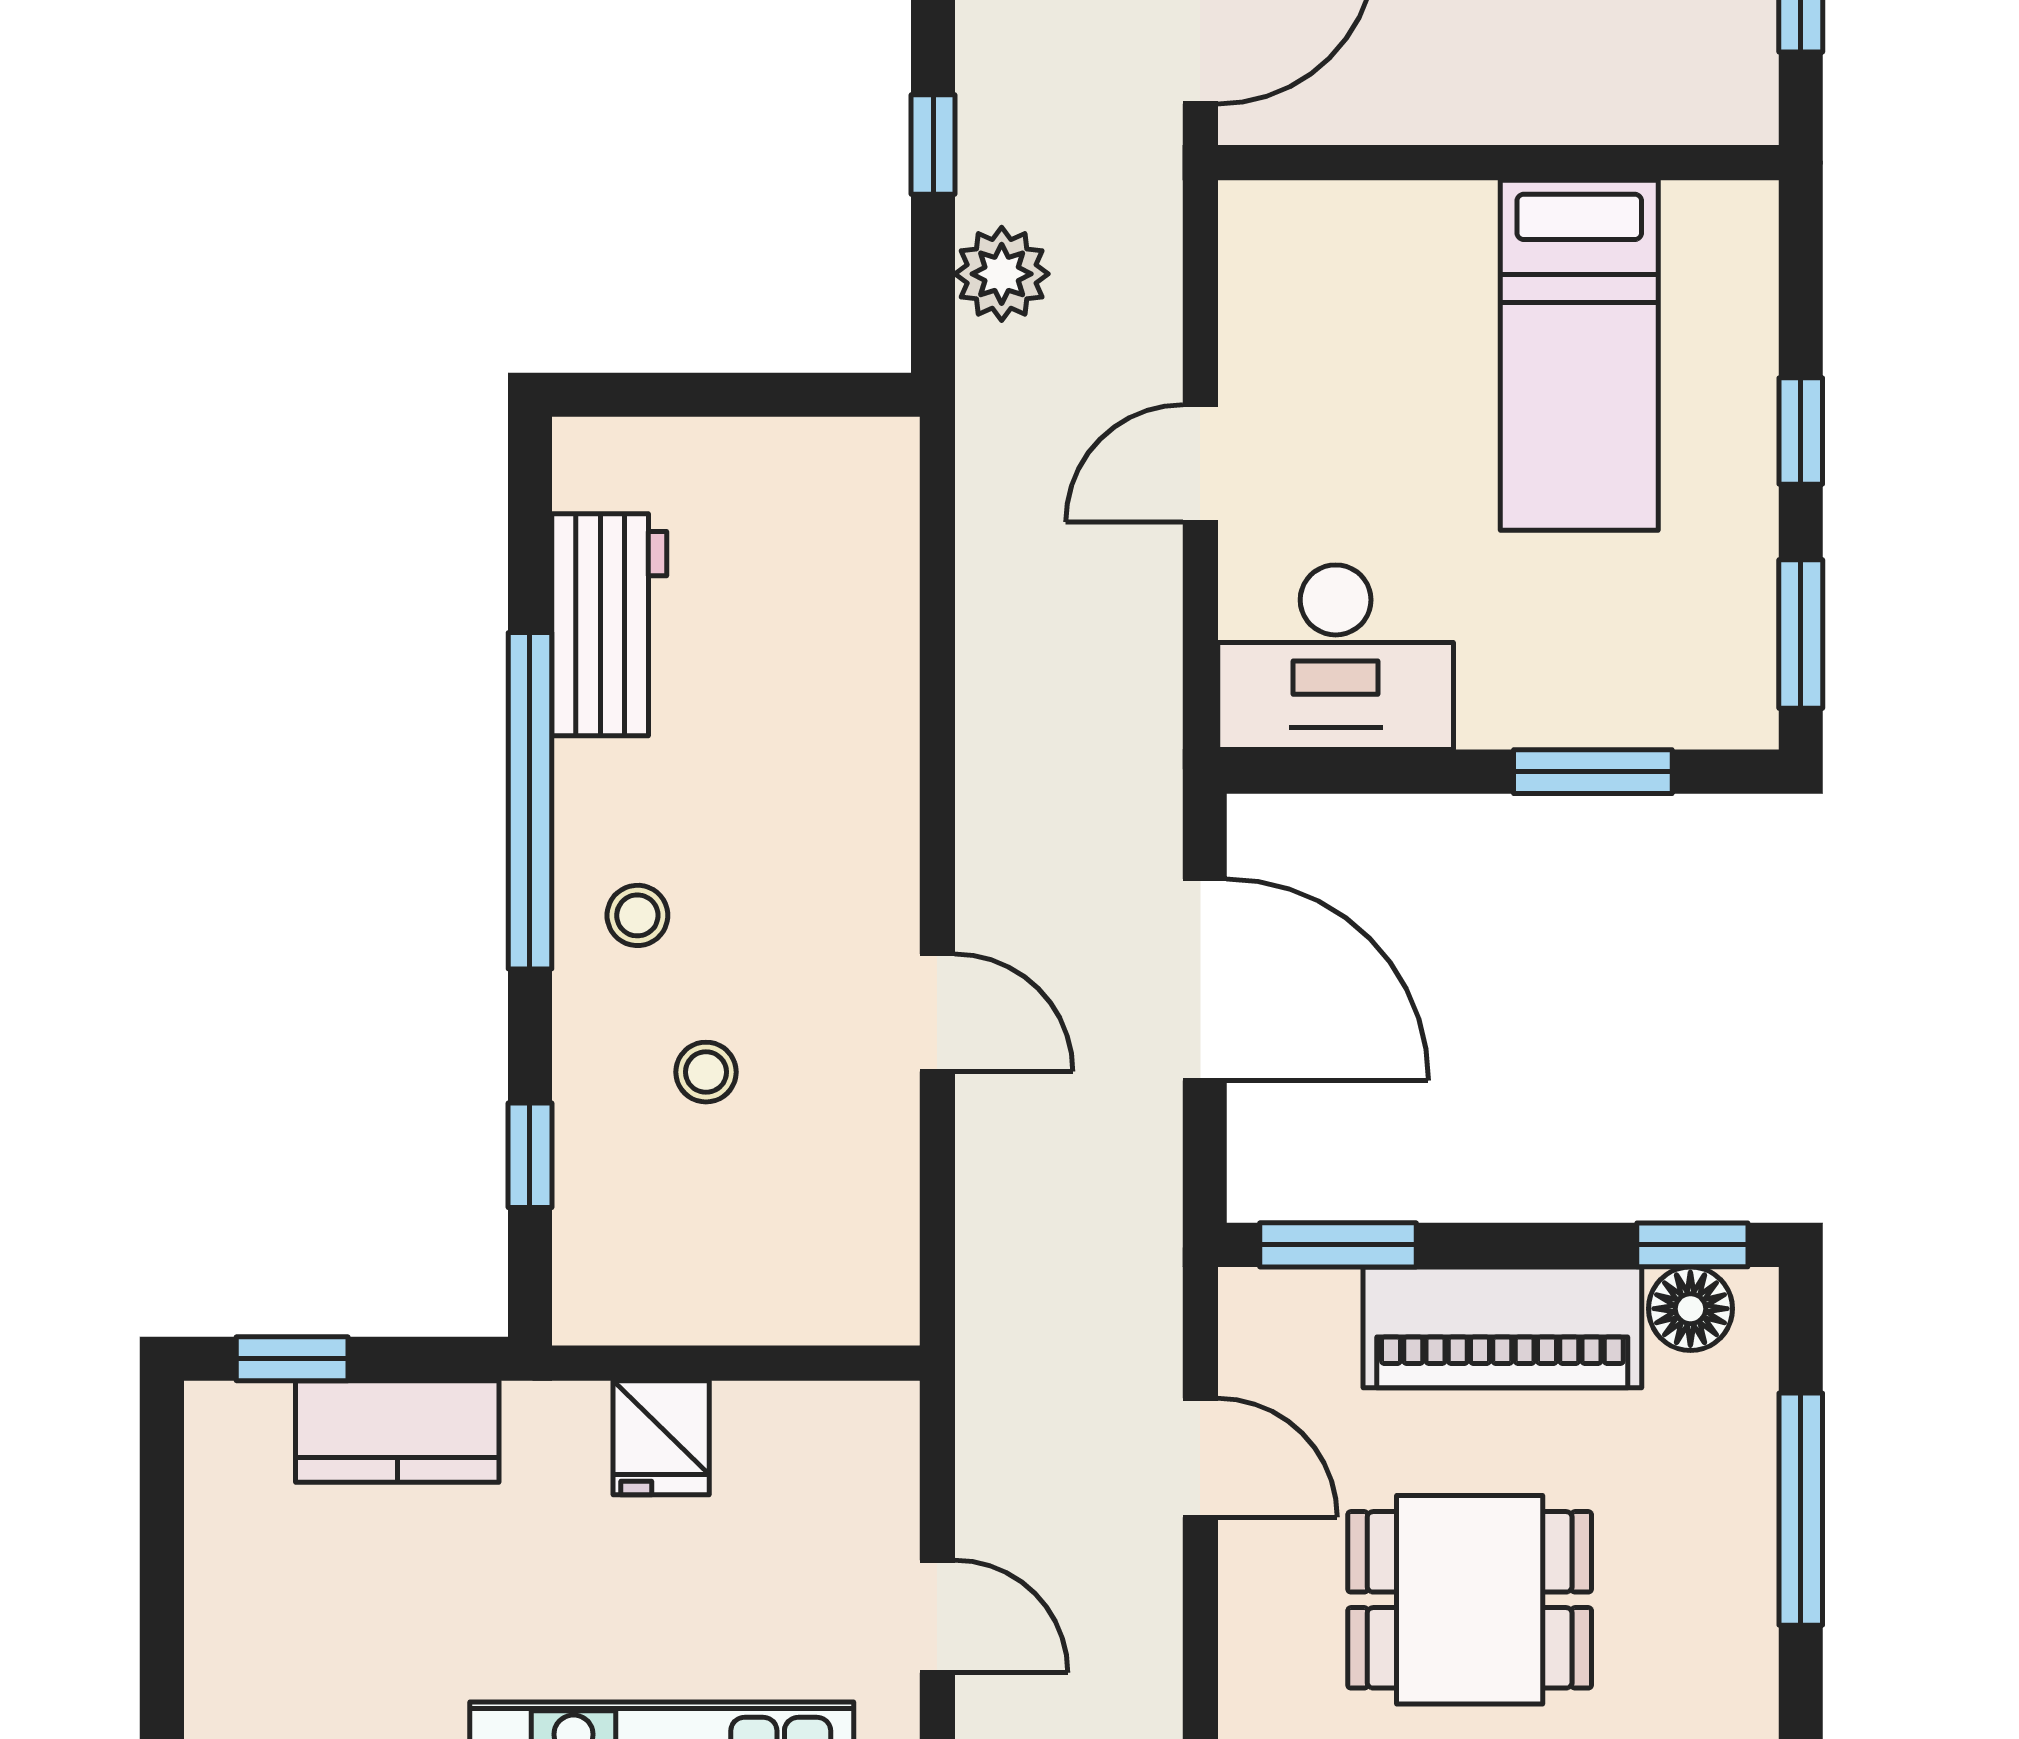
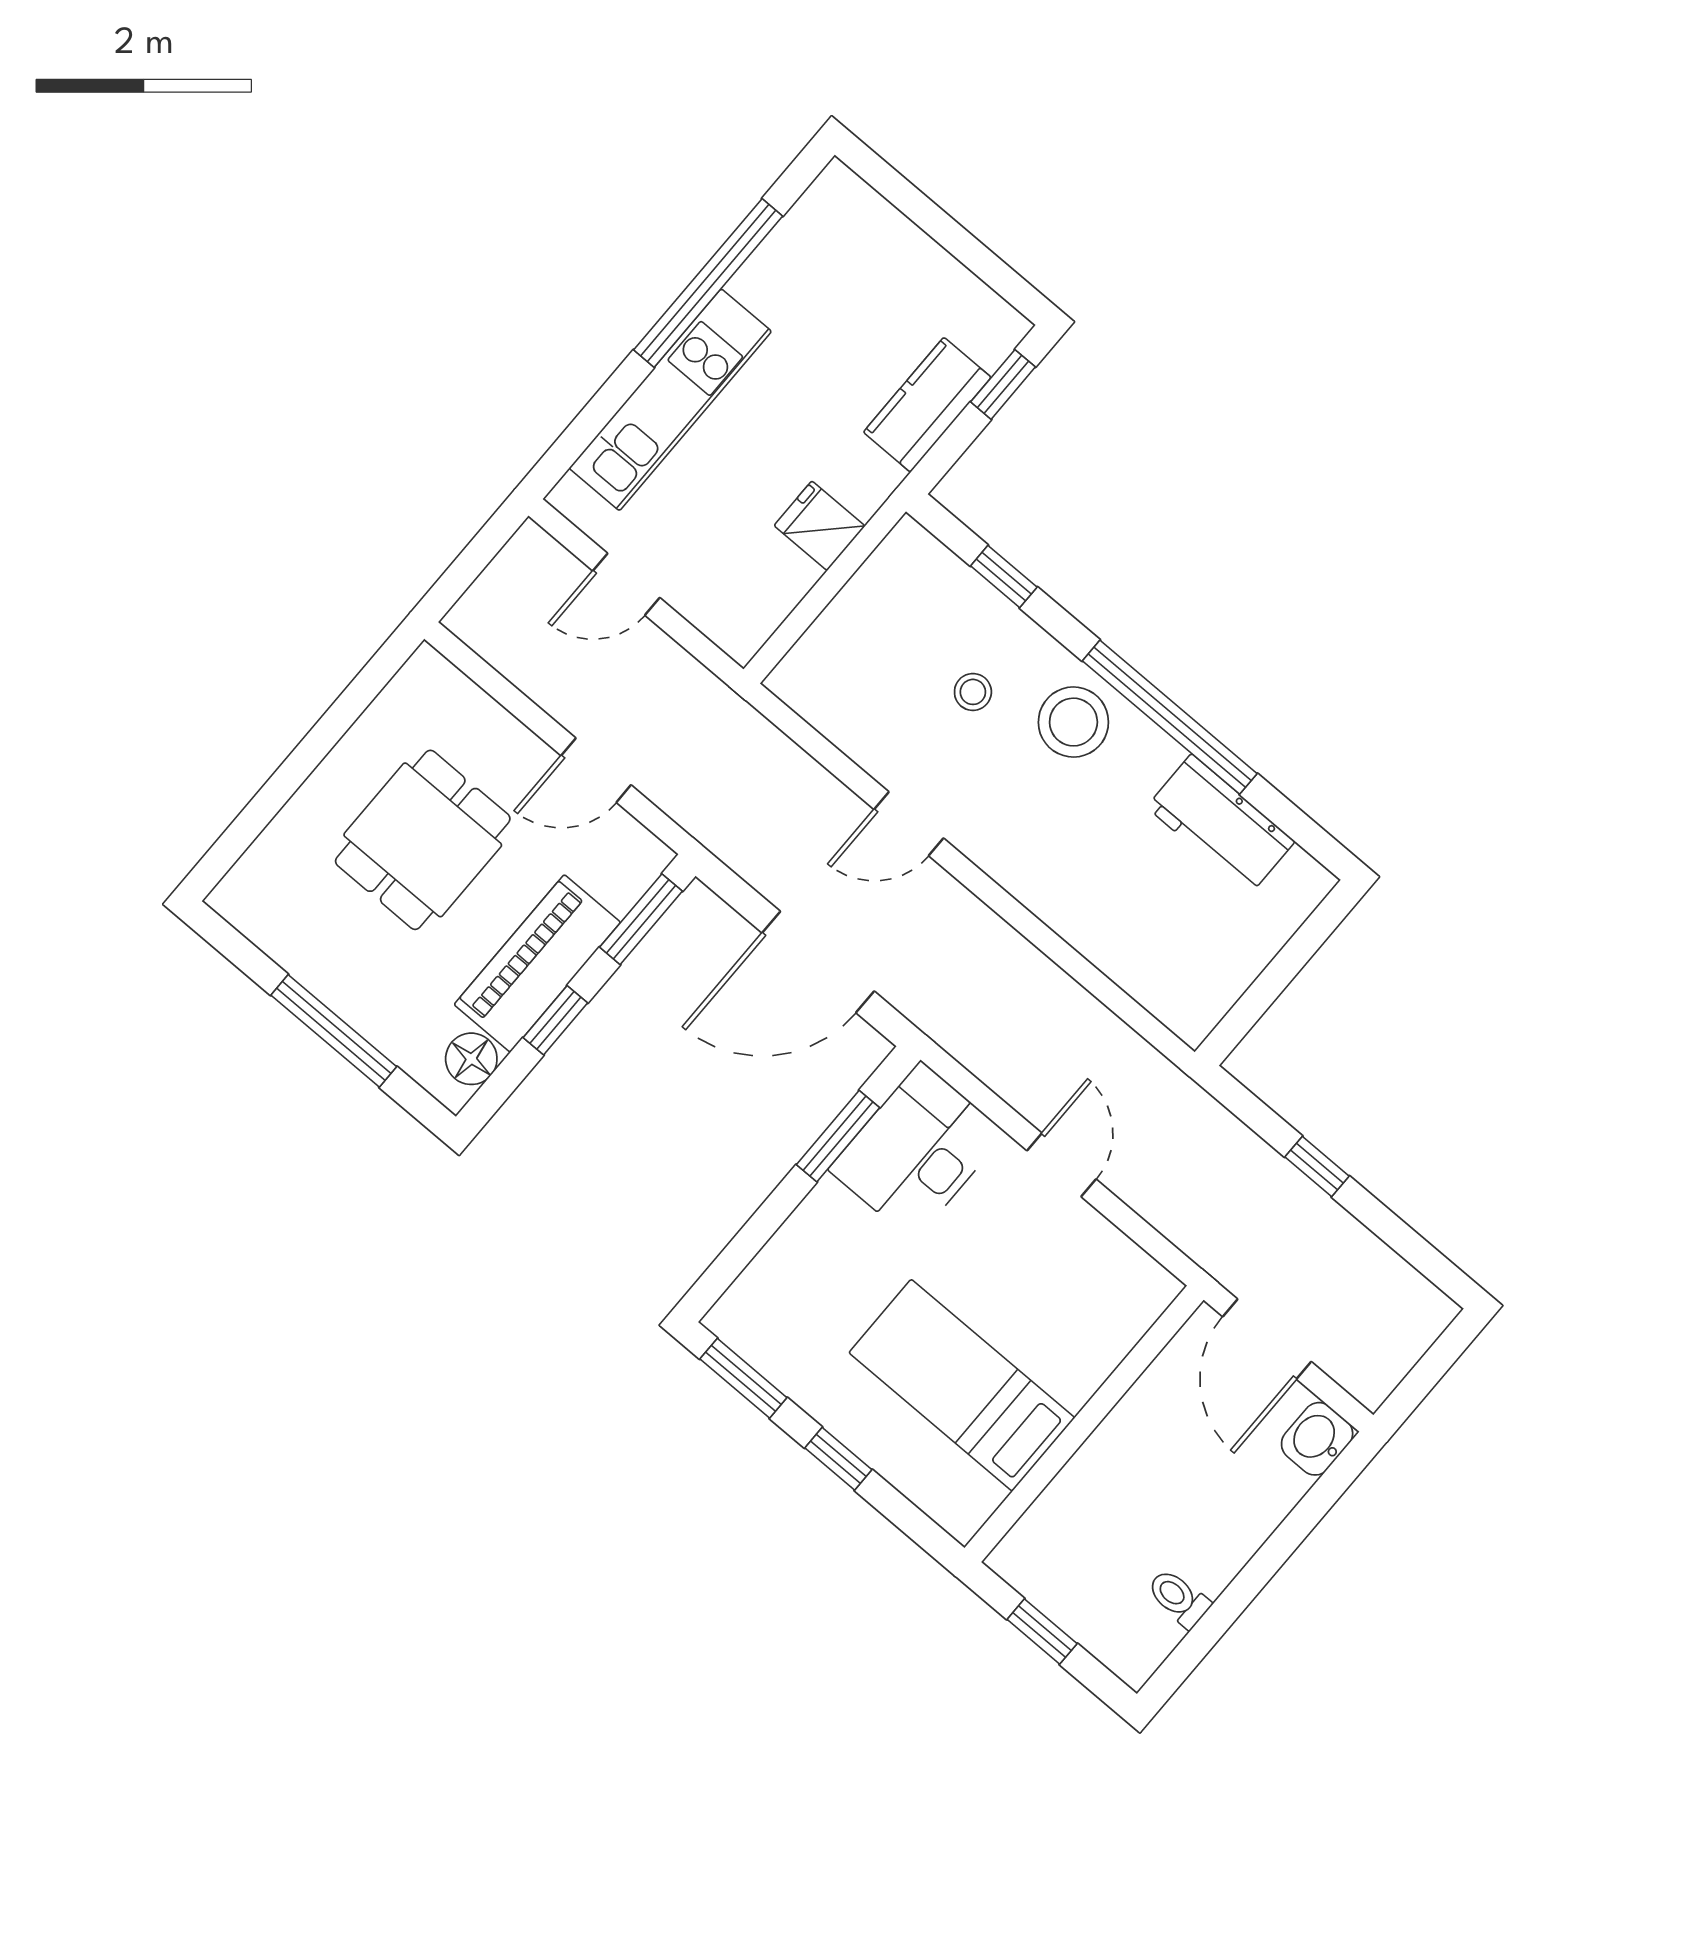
plant: (1002, 274) -> (1229, 1147), removed
window: (1593, 772) -> (838, 1136), moved
stool: (637, 915) -> (1073, 722), width x1.89, depth x1.89
window: (1692, 1245) -> (555, 1020), moved

